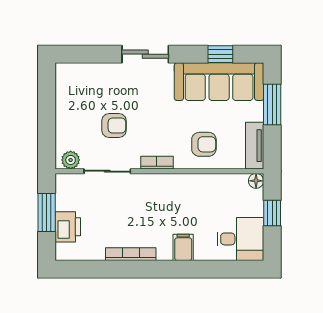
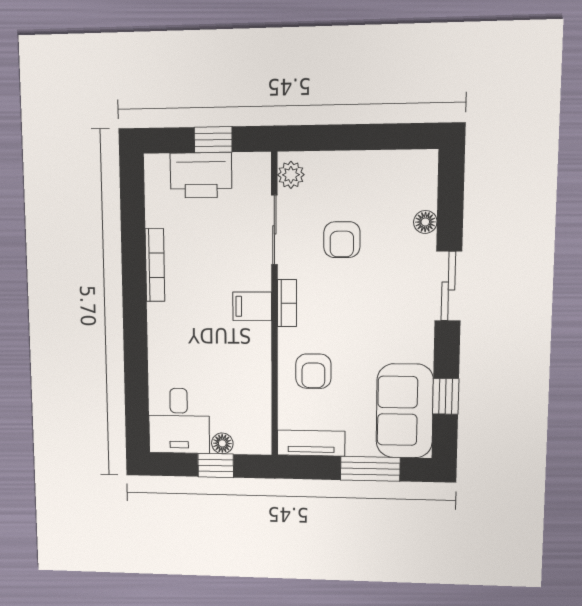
floor lamp: (103, 70) -> (425, 222), added
sofa: (219, 82) -> (405, 411), width x0.73
floor lamp: (256, 181) -> (222, 443), moved
window: (47, 213) -> (213, 140), width x0.67
printer: (68, 227) -> (201, 175), width x1.37, depth x1.19
filing cabinet: (183, 247) -> (252, 306), moved, turned 180

